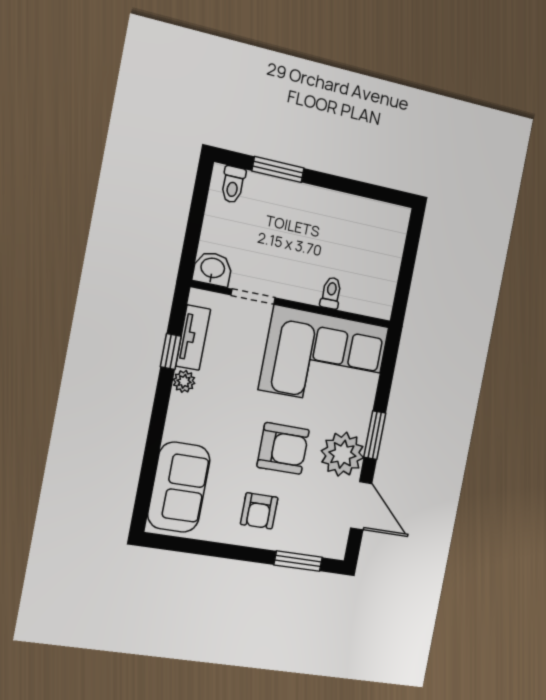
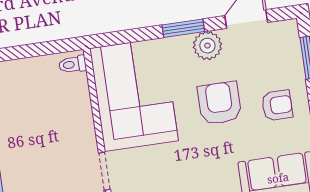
toilet: (331, 293) -> (73, 64), moved
plant: (342, 454) -> (207, 46), width x0.73, depth x0.73

